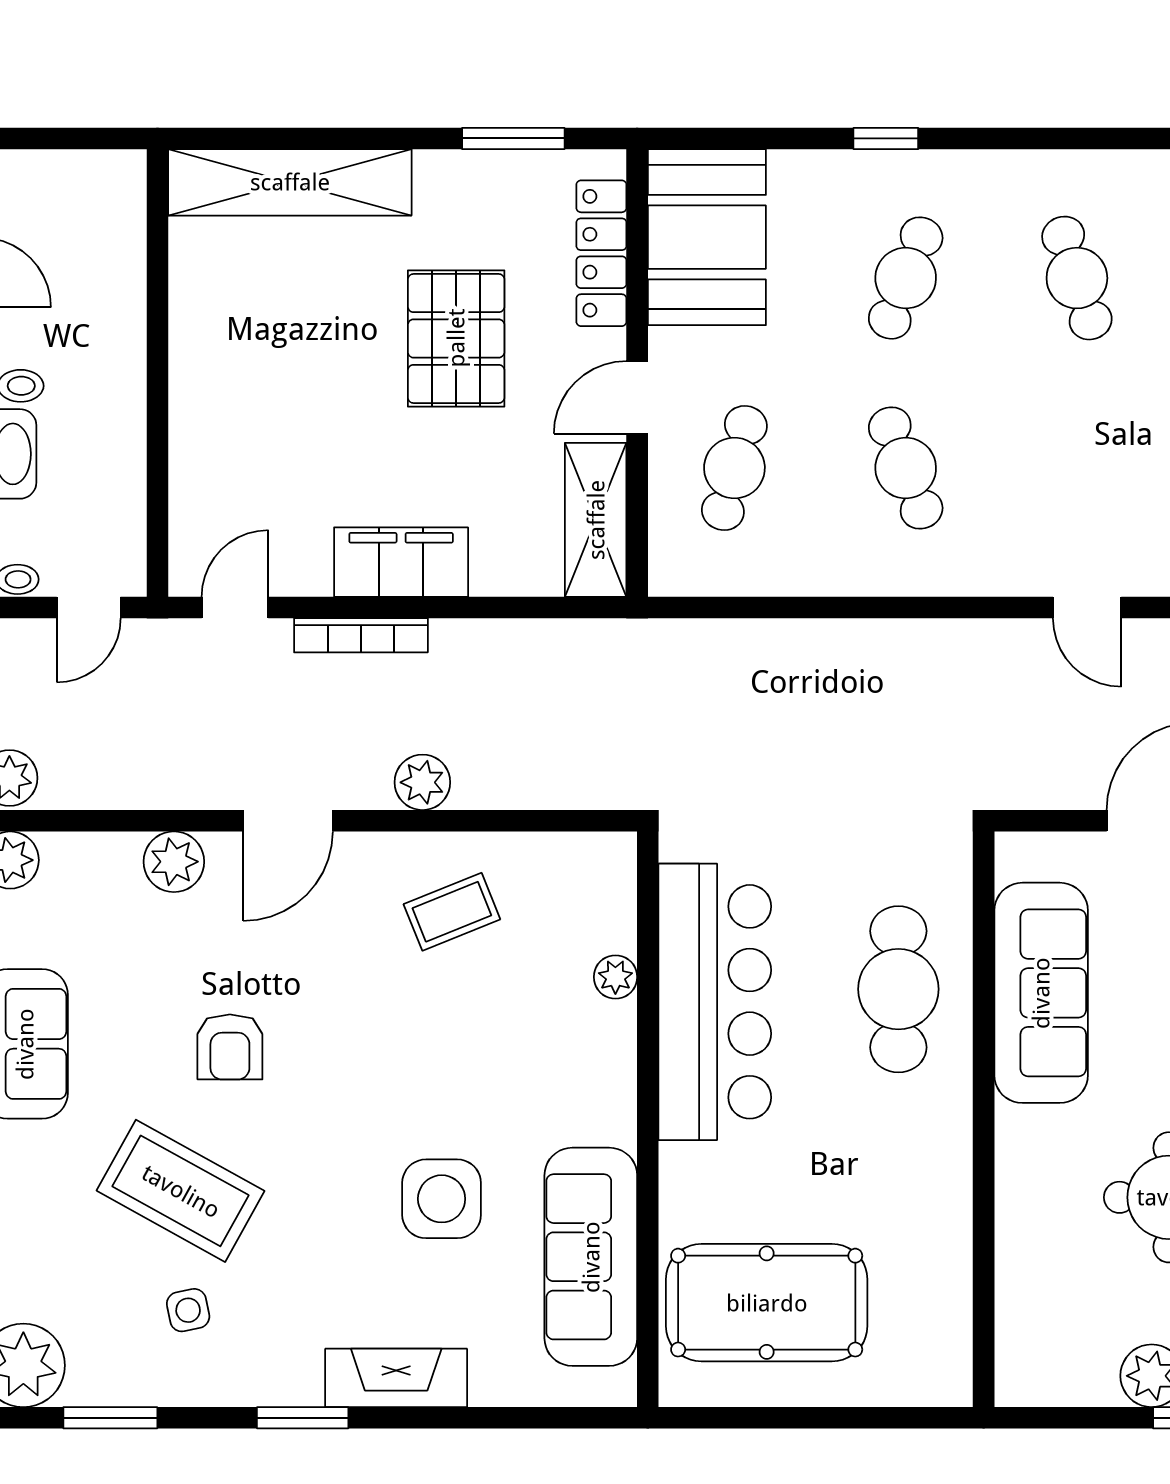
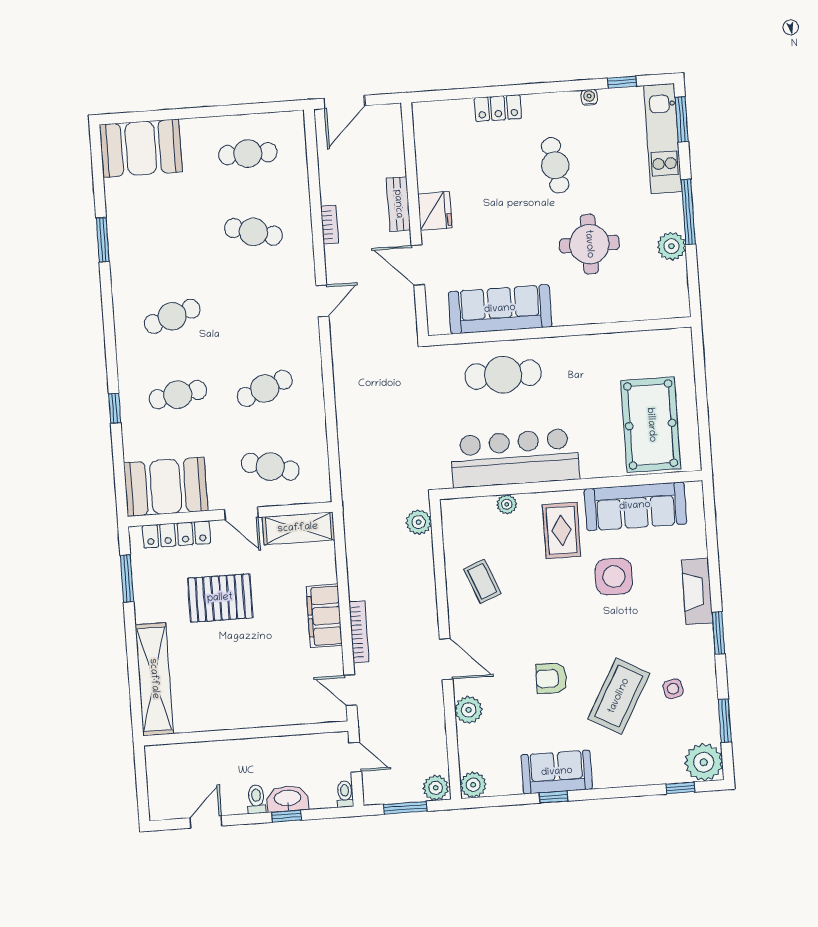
cafe table: (906, 278) -> (178, 395), turned -30
plant: (422, 782) -> (419, 522), moved
armchair: (230, 1047) -> (551, 678), turned 180
rug: (550, 1092) -> (562, 530), added

